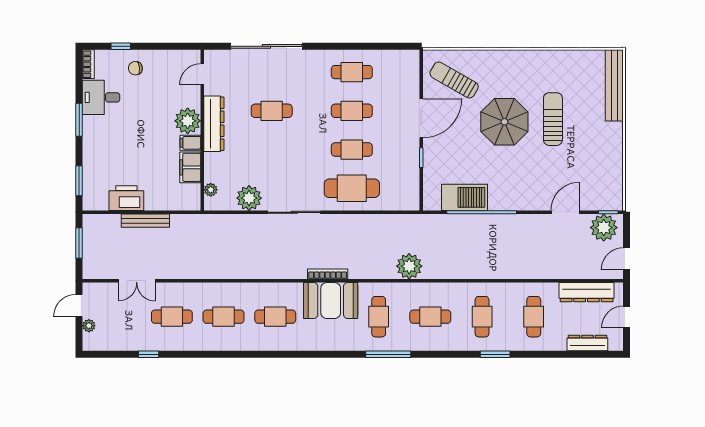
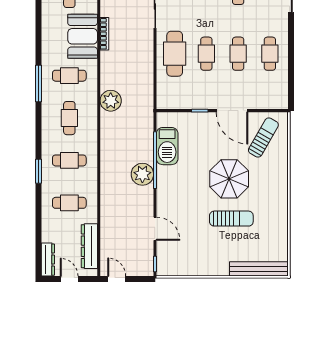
plant: (604, 228) -> (142, 174), moved
dresser: (587, 343) -> (48, 260), moved

